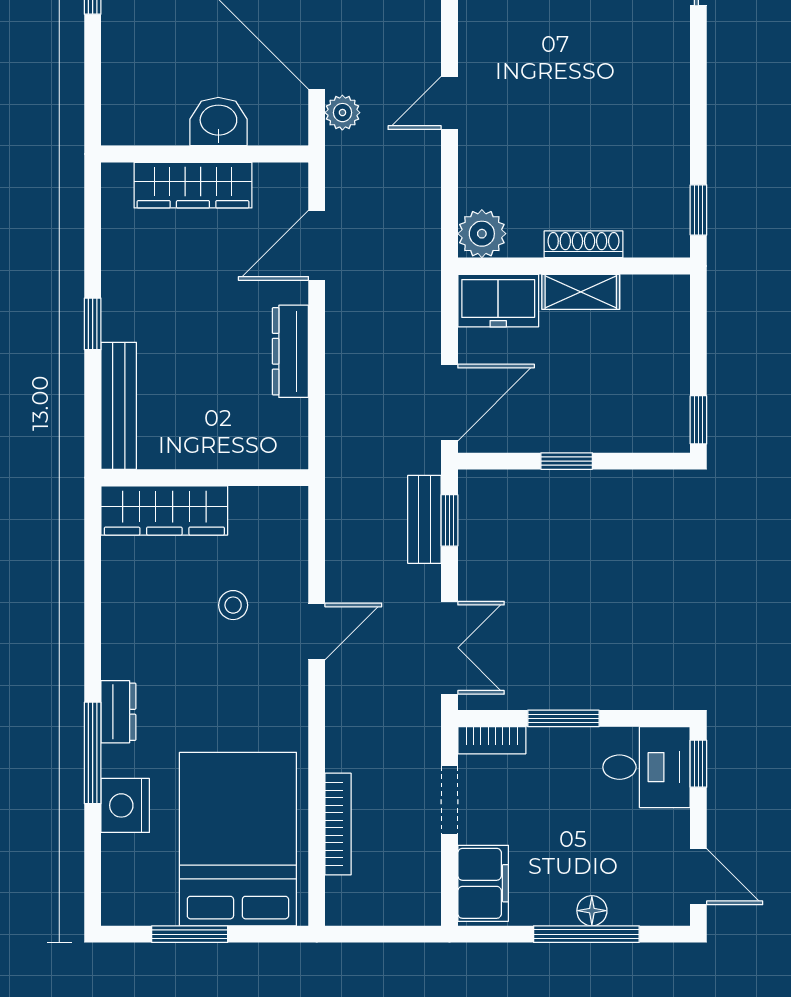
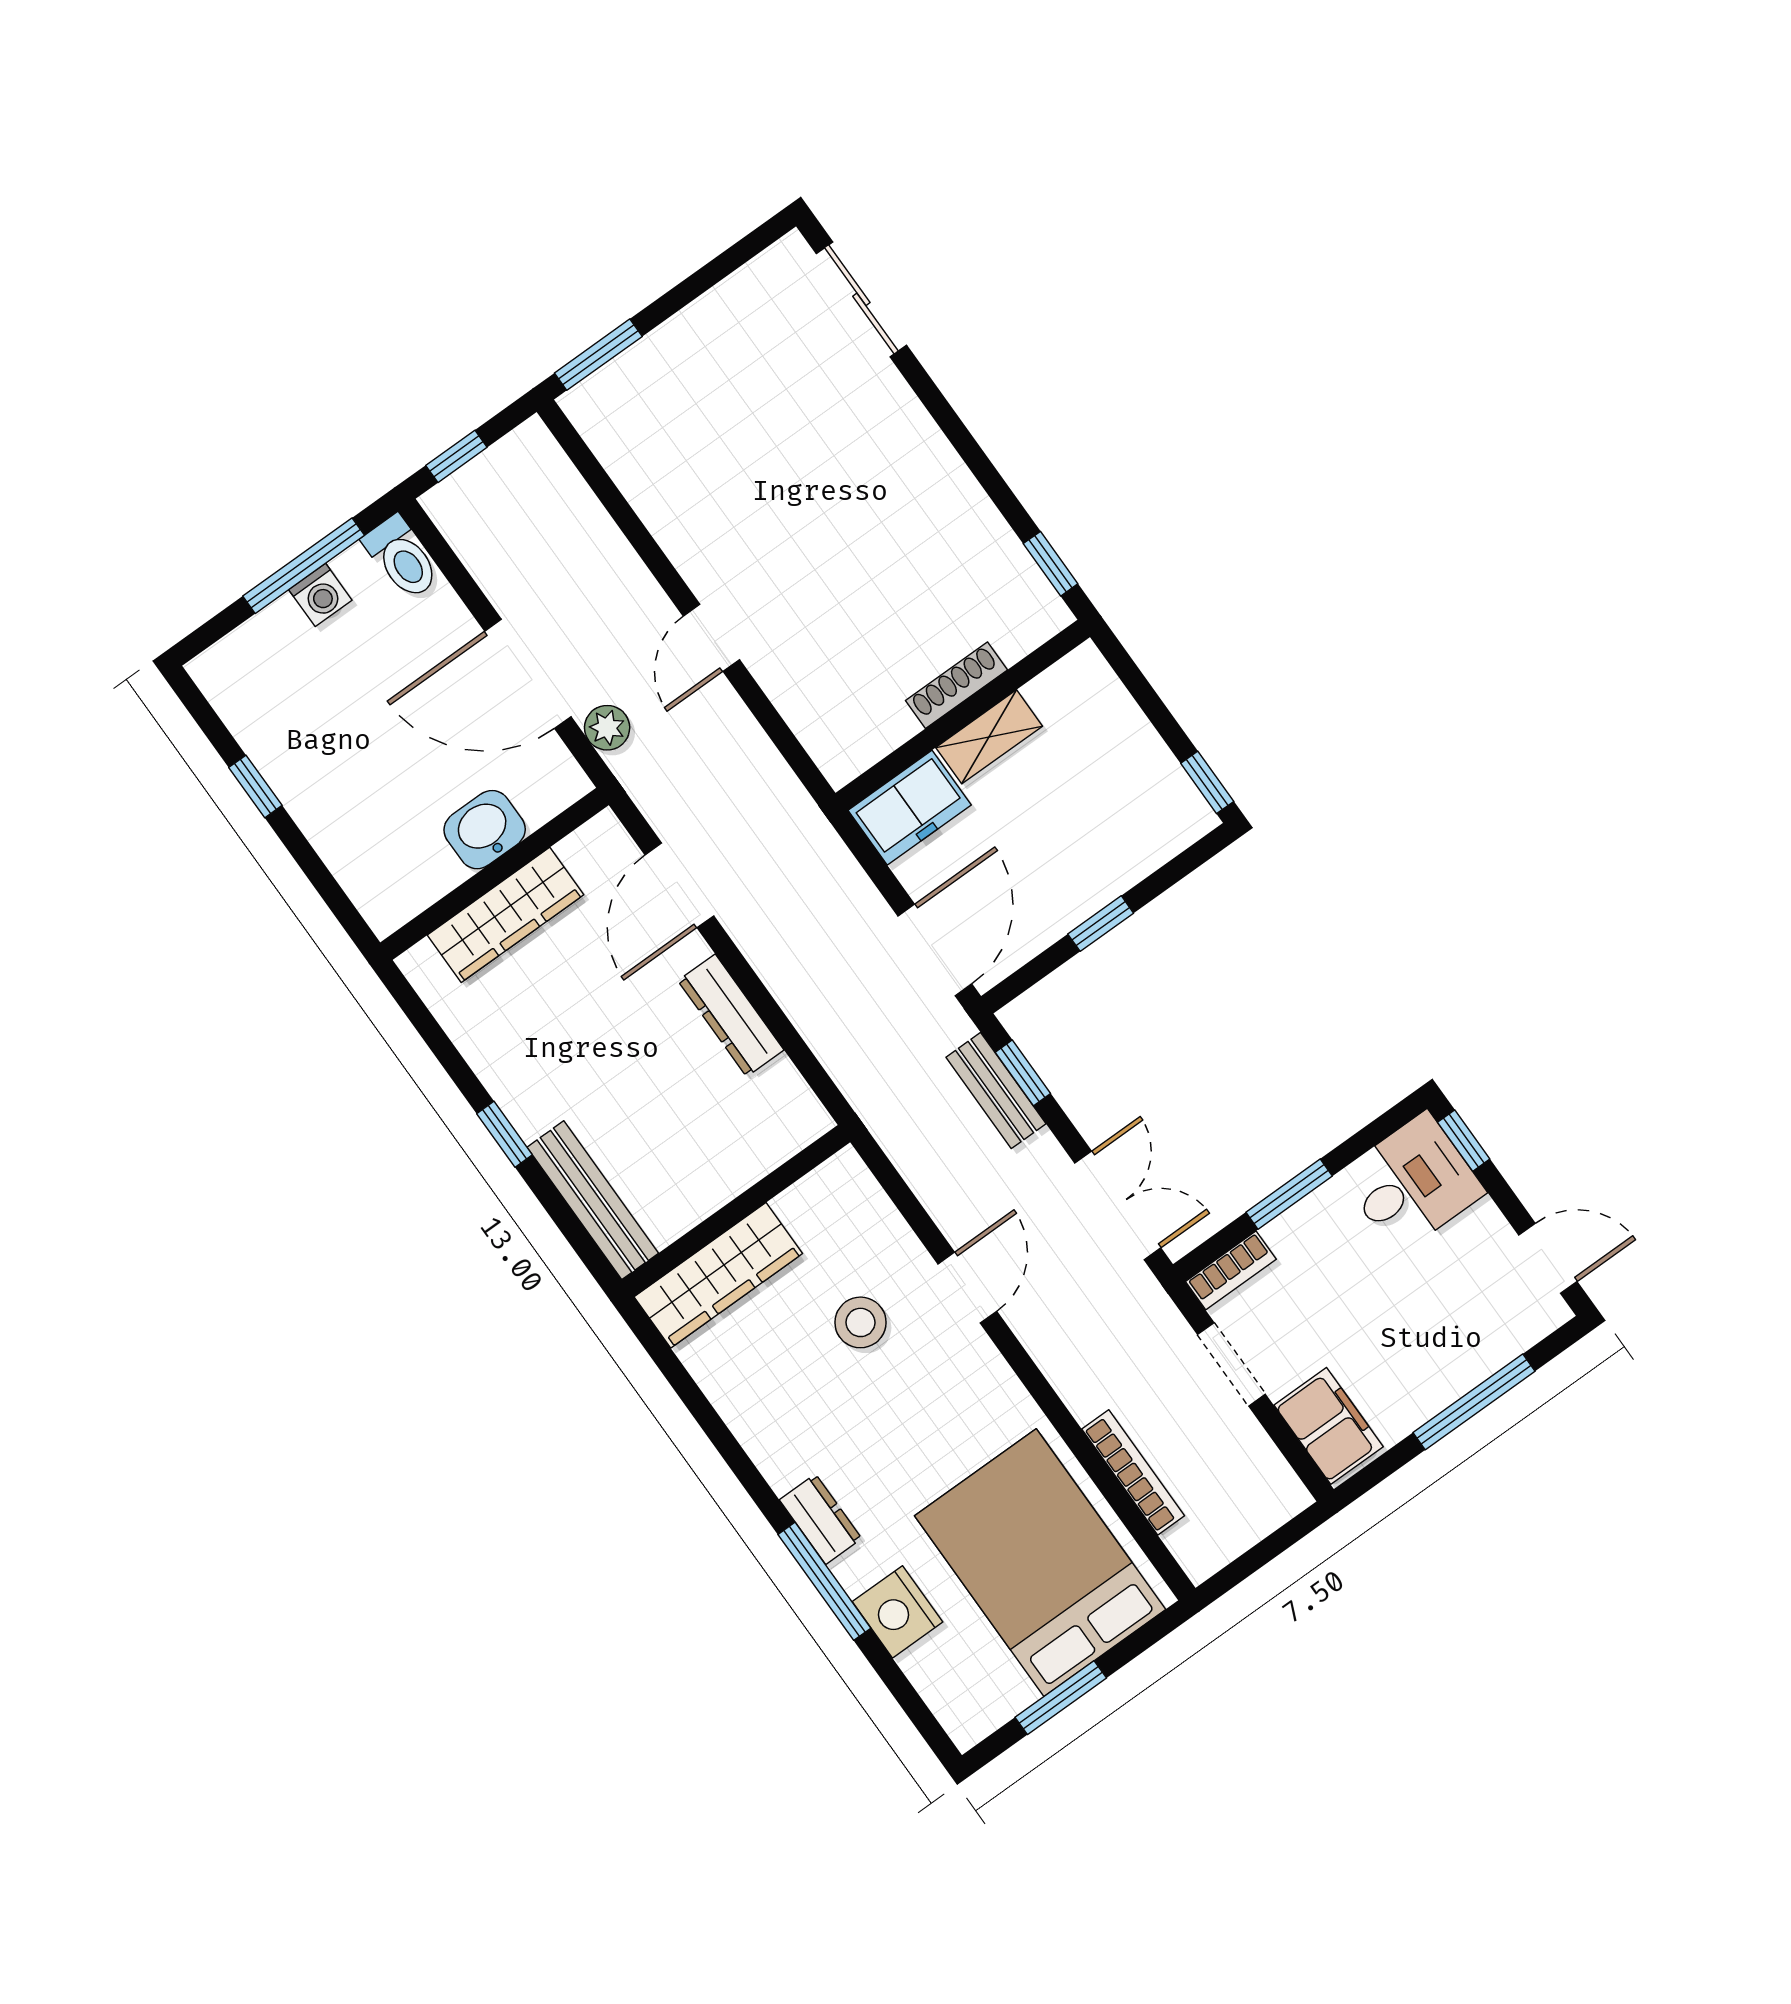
plant: (482, 234) -> (843, 750), removed
stool: (233, 605) -> (861, 1322), width x1.37, depth x1.37
floor lamp: (592, 911) -> (1462, 1373), removed

